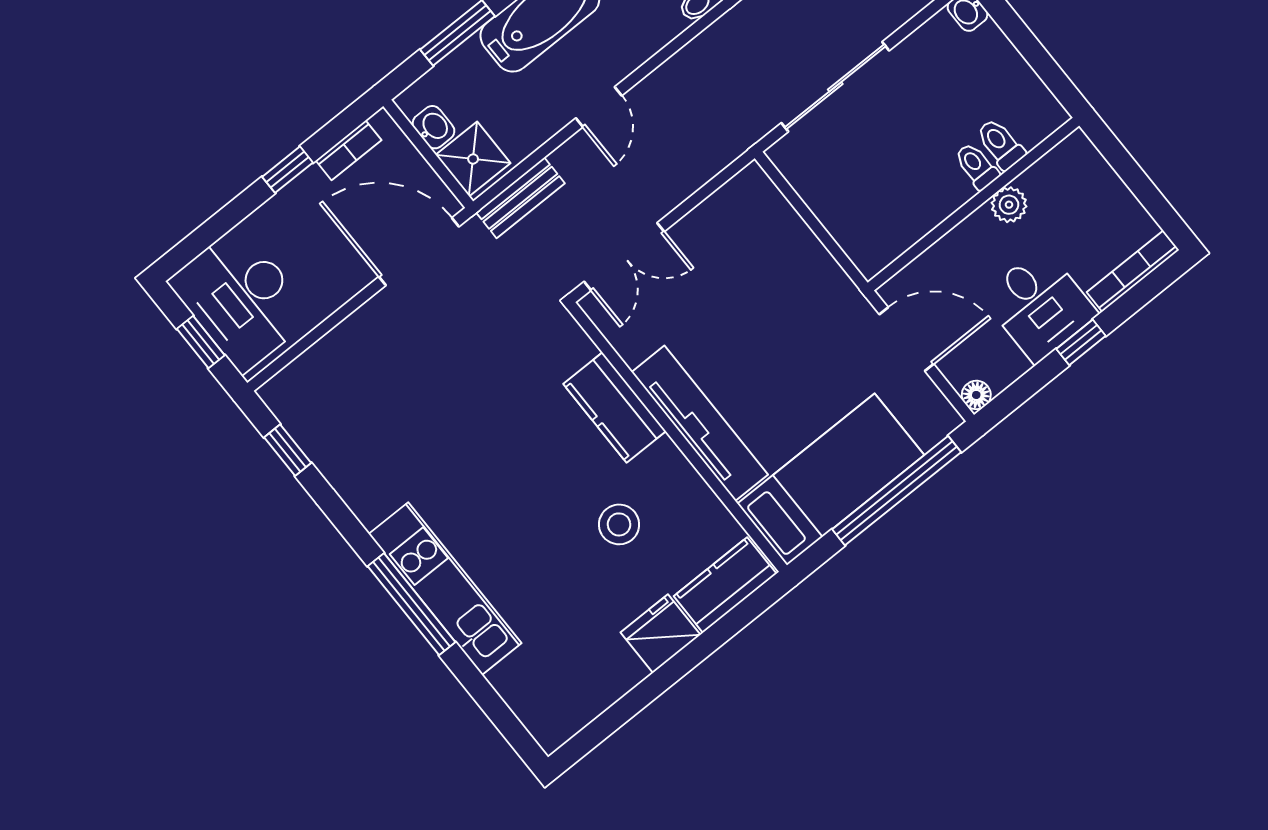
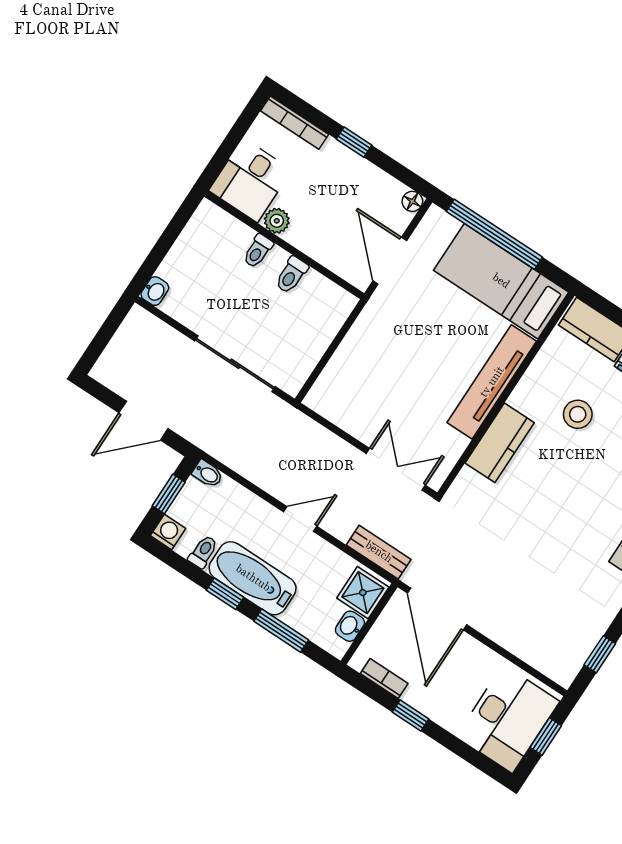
toilet: (1001, 144) -> (291, 275), moved
desk: (1039, 305) -> (250, 180), moved, turned 180

